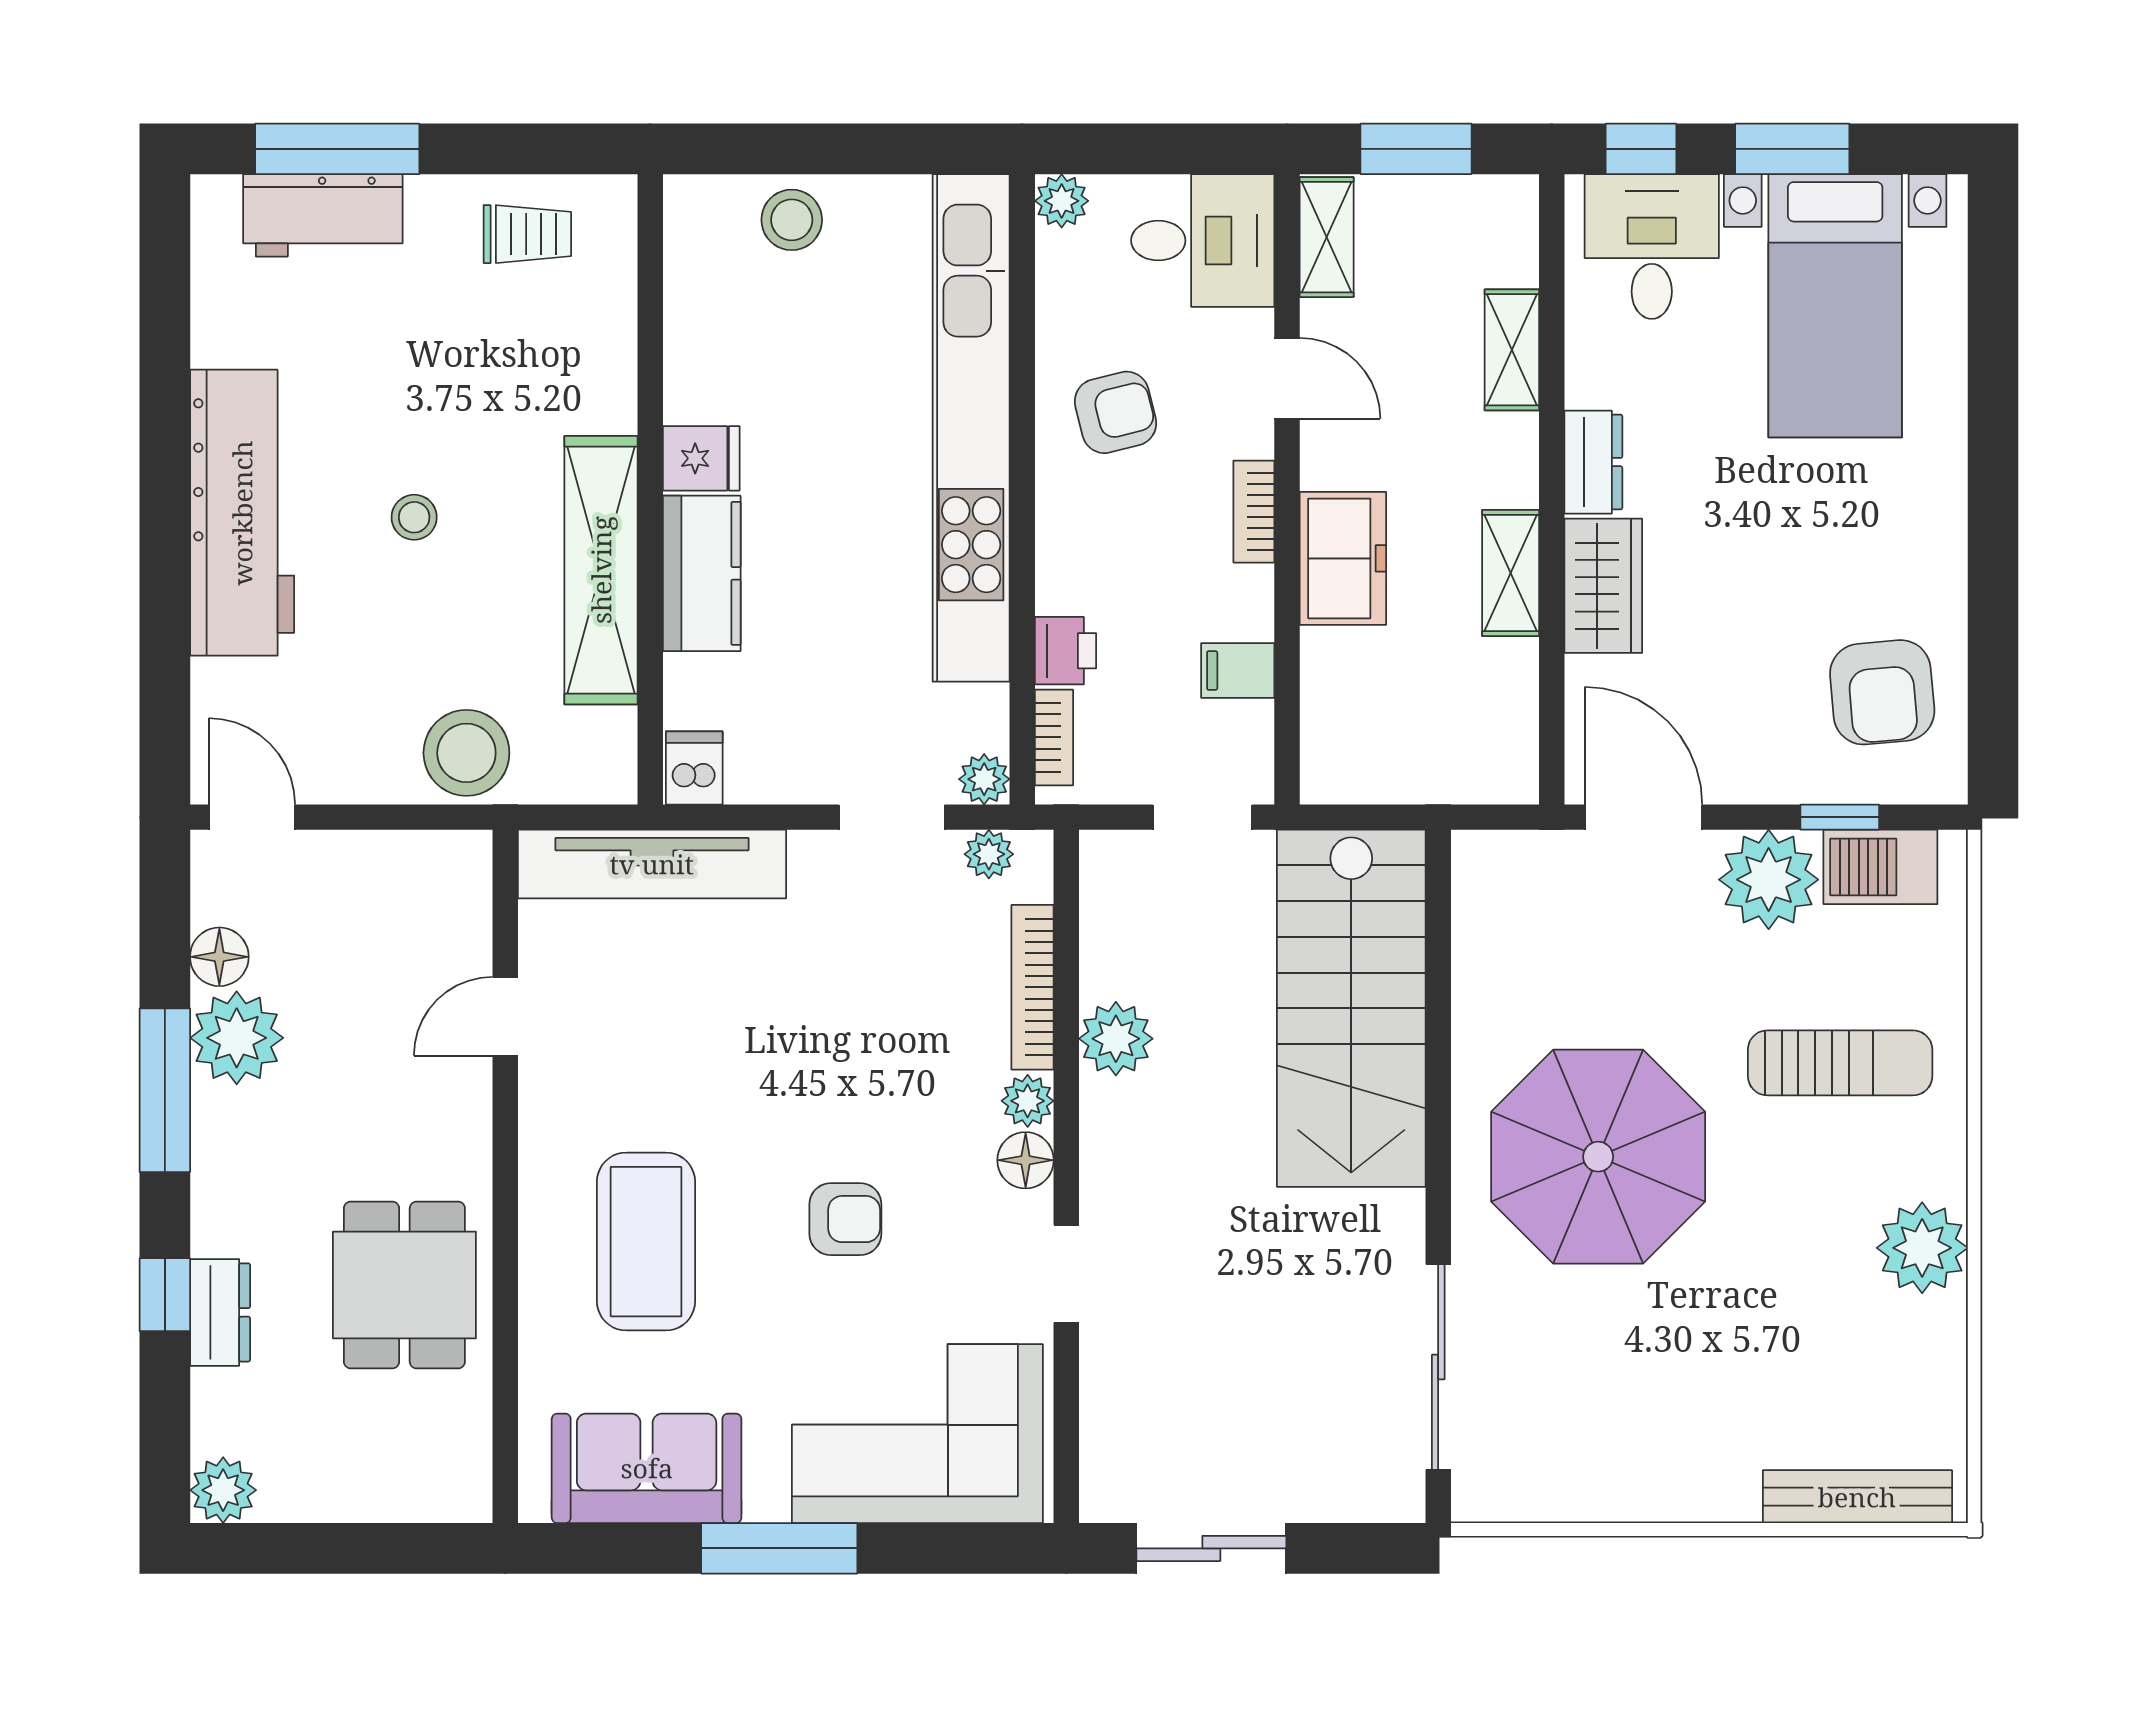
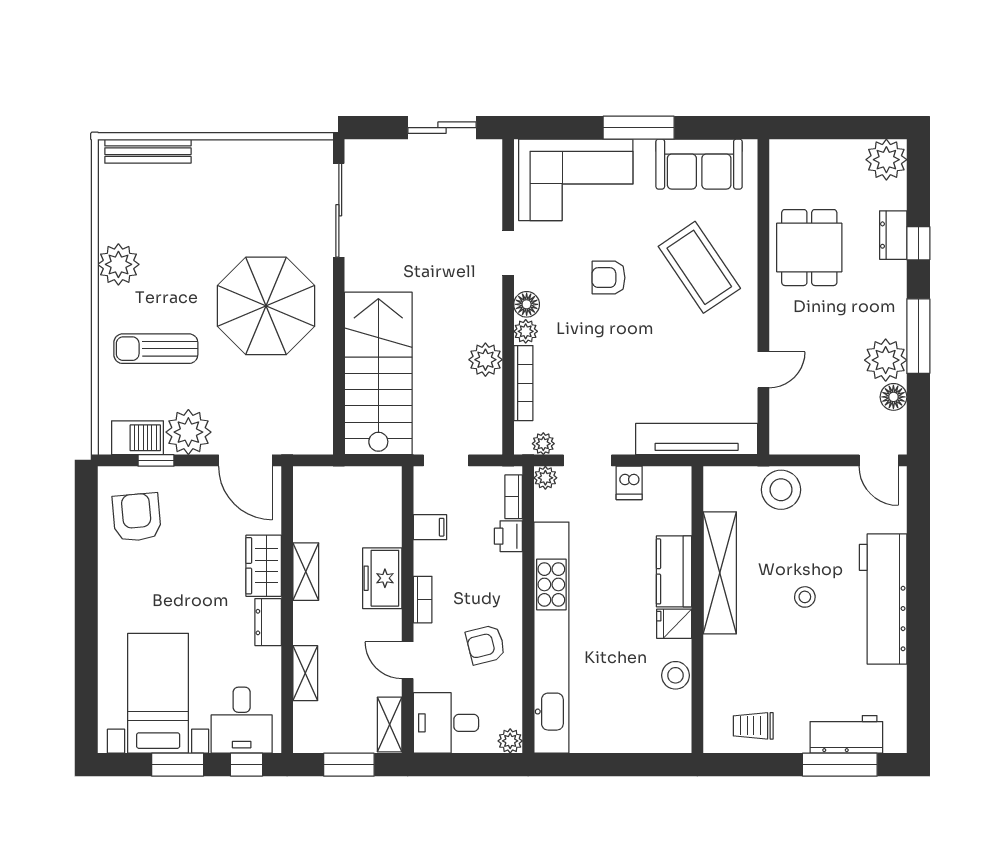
stool: (792, 220) -> (675, 675), moved
dishwasher: (694, 768) -> (629, 483), moved
coffee table: (646, 1242) -> (699, 267), turned -34
plant: (223, 1490) -> (886, 160), width x1.36, depth x1.36

